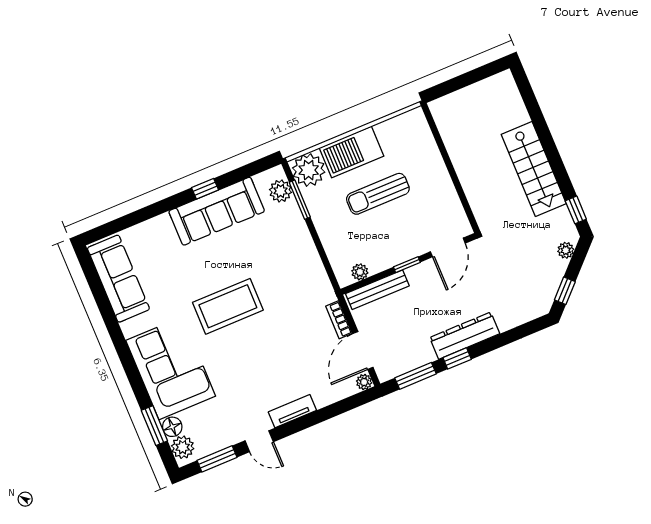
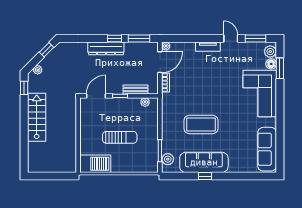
barbecue: (351, 152) -> (95, 164), moved
plant: (309, 170) -> (149, 164), removed
bench: (377, 290) -> (136, 89), width x0.73
coffee table: (228, 306) -> (201, 124), moved

